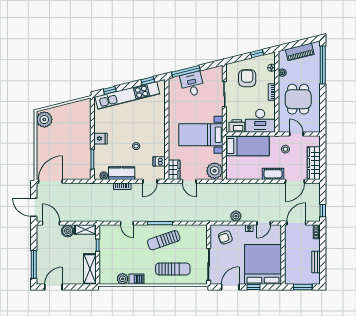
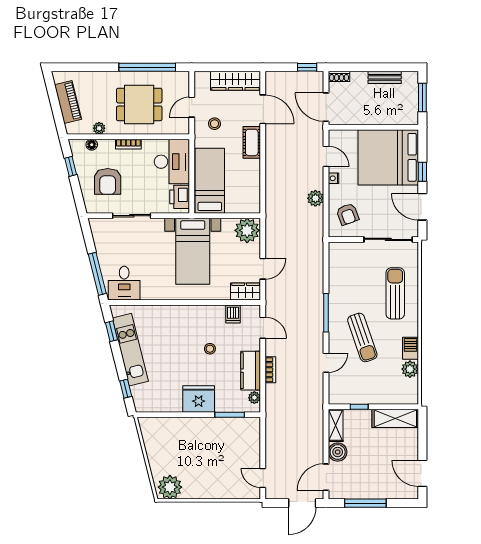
window: (323, 65) -> (147, 67), moved
armchair: (247, 78) -> (108, 181), turned -90
desk: (192, 84) -> (124, 283), moved, turned -76
kitchen unit: (127, 95) -> (130, 350), width x0.73
fridge: (101, 139) -> (199, 399), width x1.88, depth x1.34
door: (50, 181) -> (263, 478), width x0.53
sun lounger: (164, 240) -> (362, 337), moved
window: (34, 264) -> (365, 503), moved

